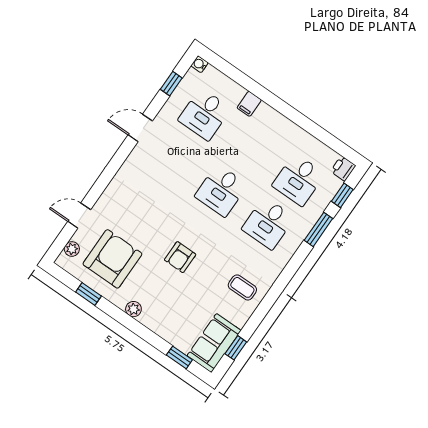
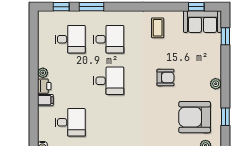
plant: (282, 122) -> (43, 73), added
printer: (343, 169) -> (44, 86), moved, turned -90

